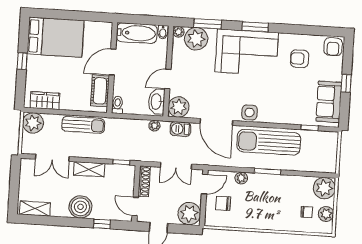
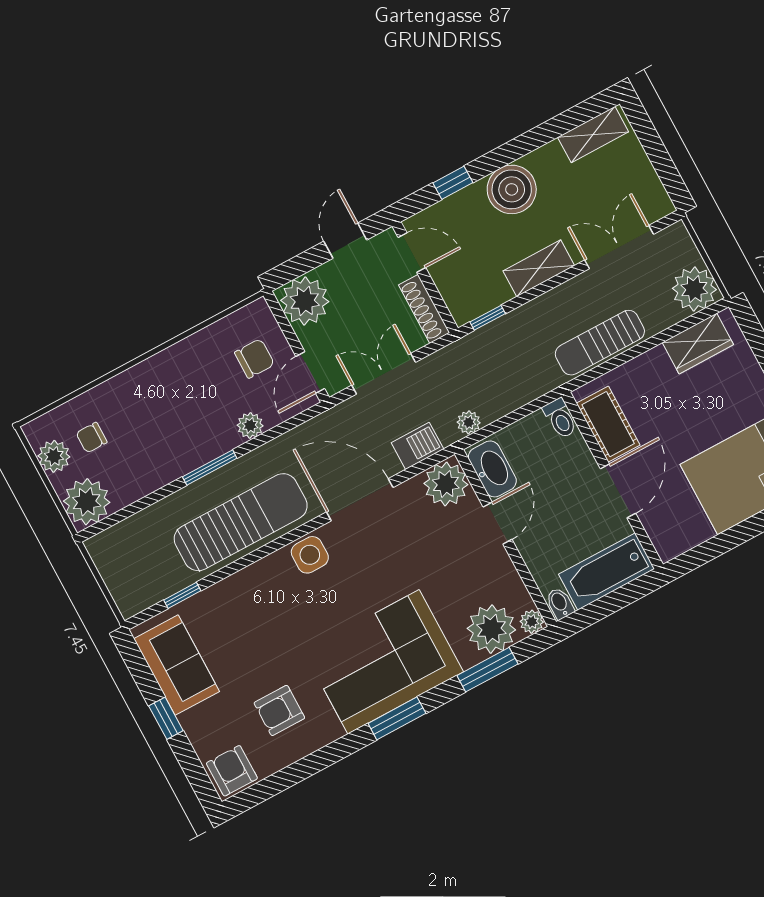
armchair: (300, 59) -> (279, 710), turned 180

